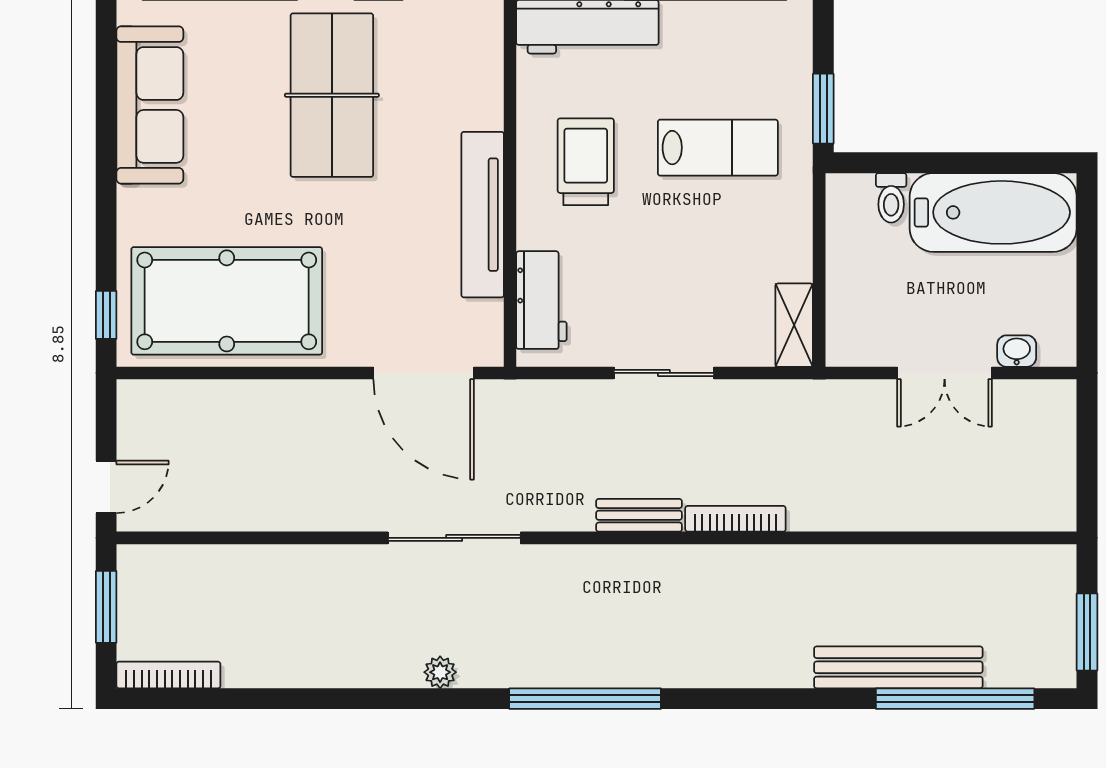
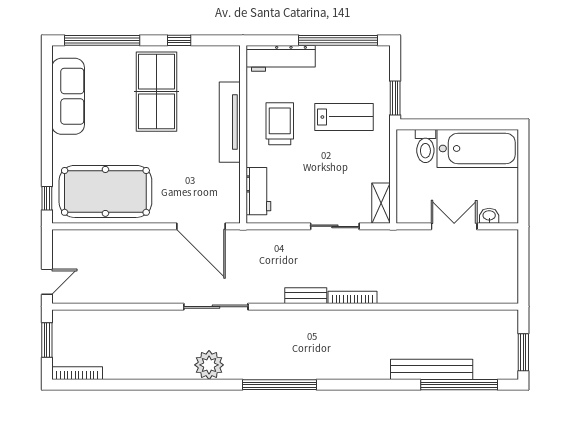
toilet: (891, 198) -> (425, 146), width x1.37, depth x1.39
tv unit: (483, 215) -> (230, 122), moved
sliding door: (664, 373) -> (335, 226), moved
double door: (945, 373) -> (454, 226), swing flipped
plant: (440, 672) -> (209, 365), width x1.88, depth x1.88

